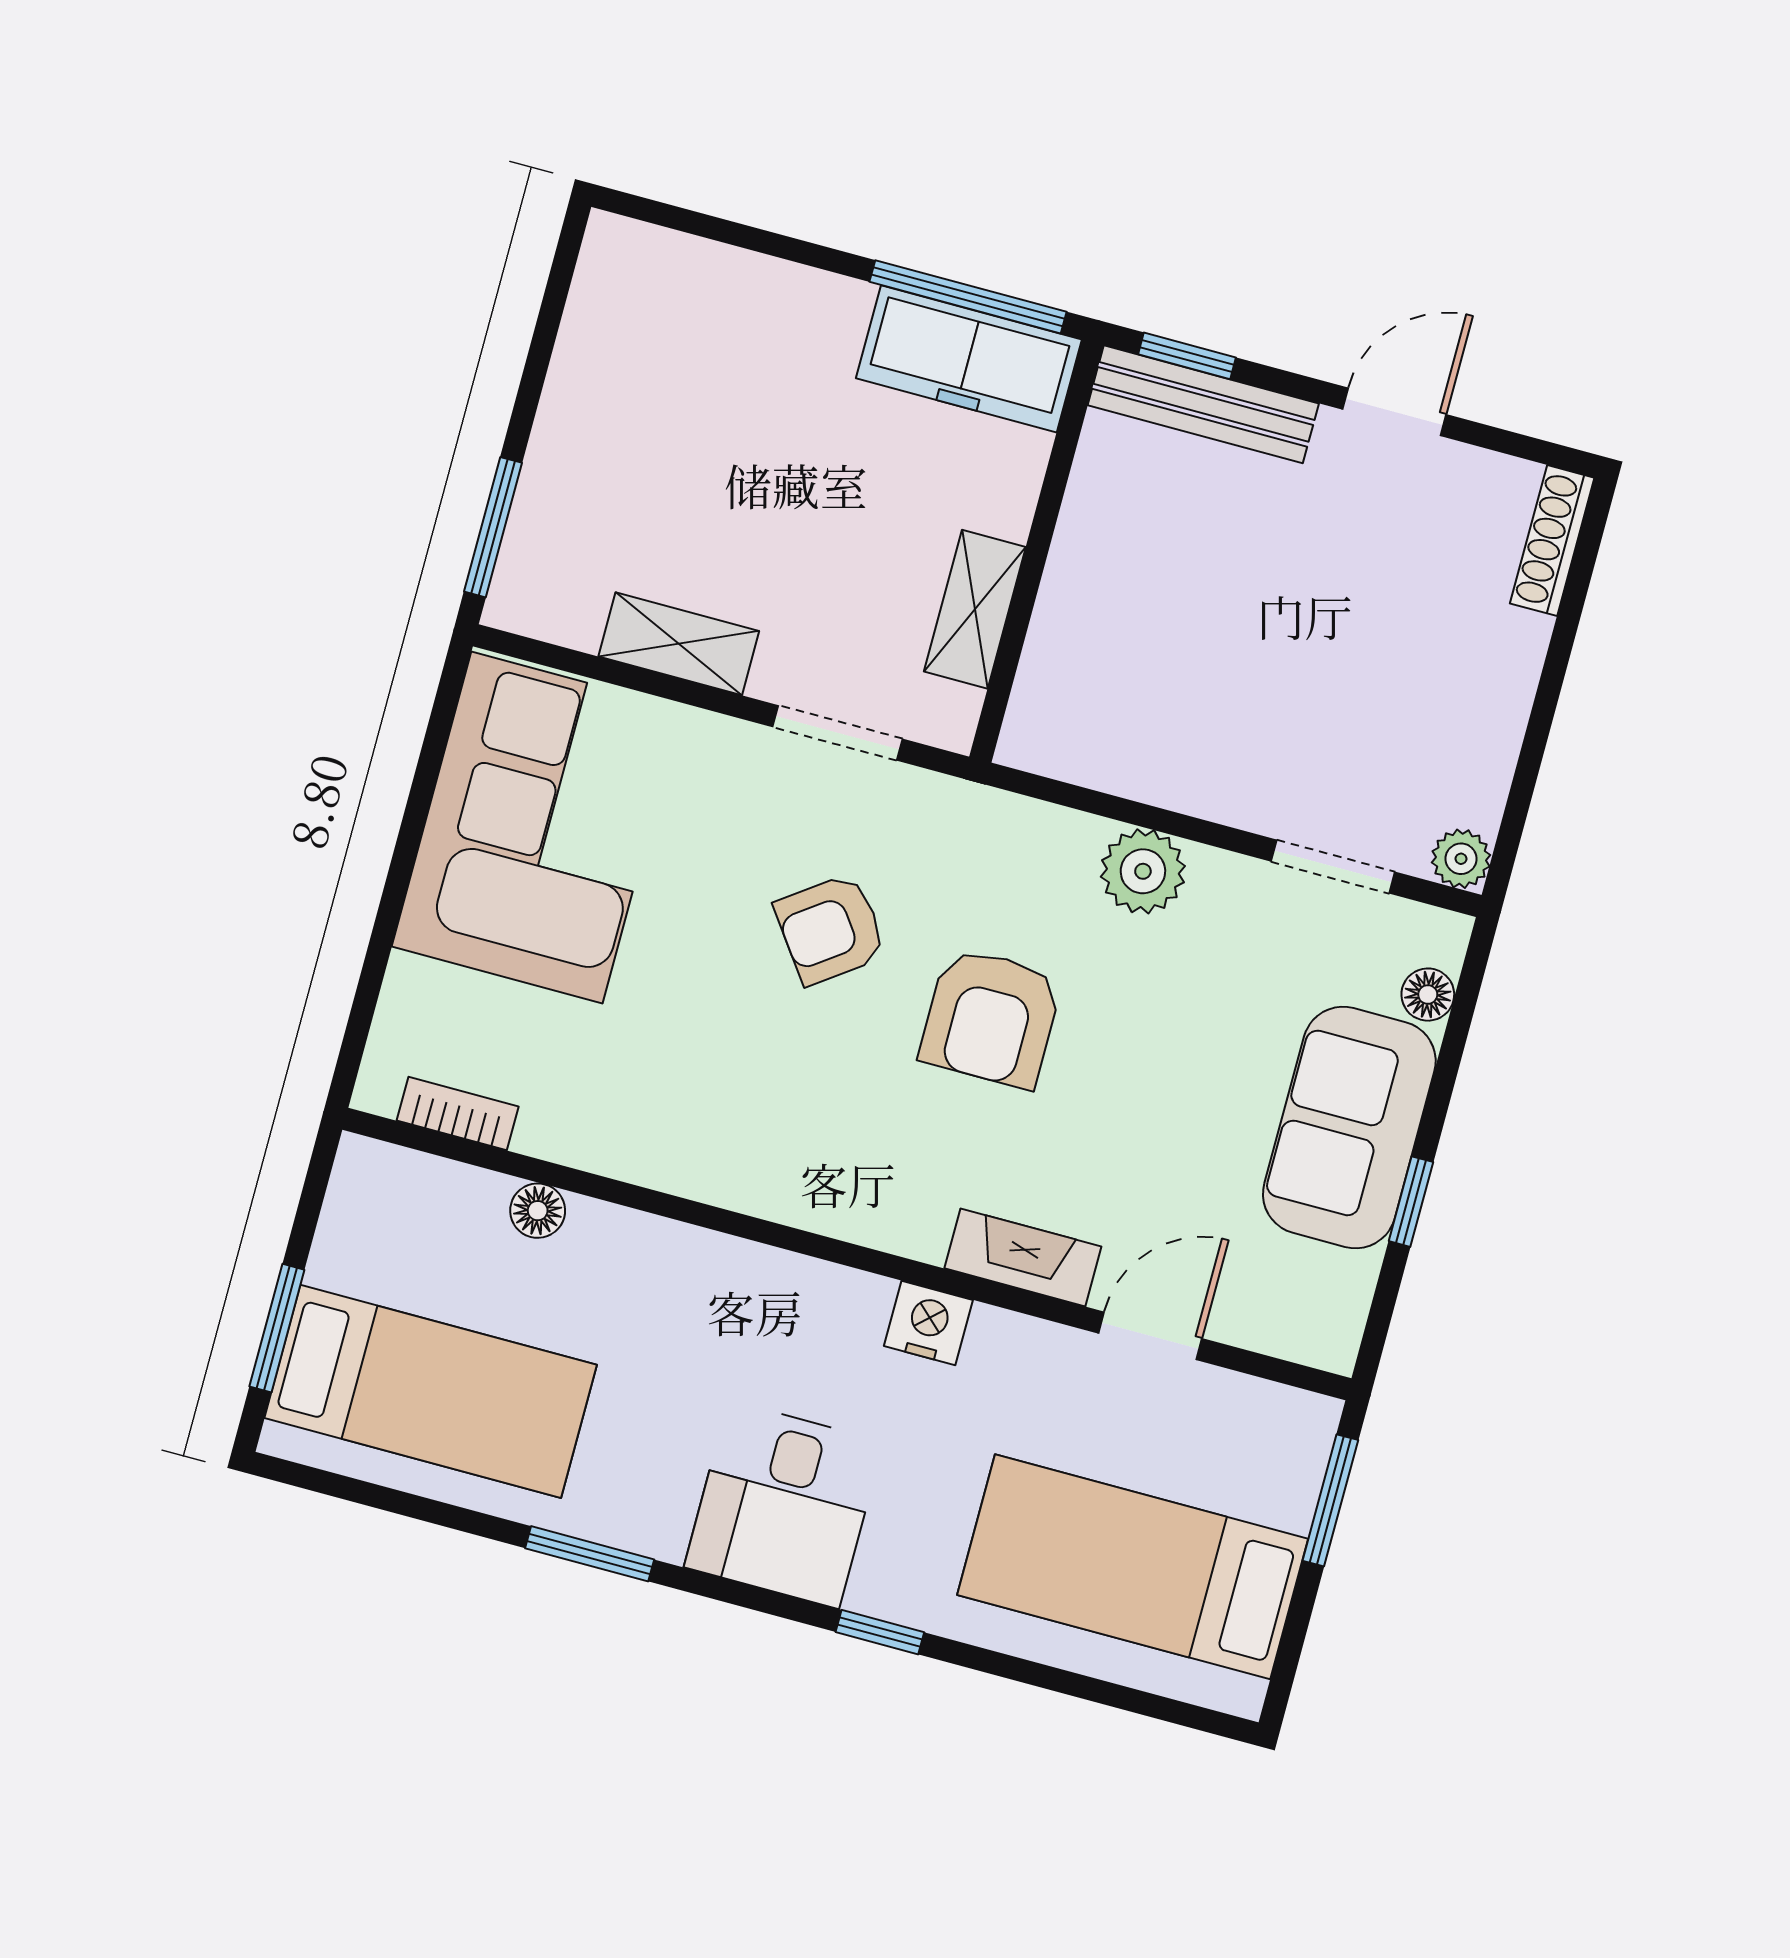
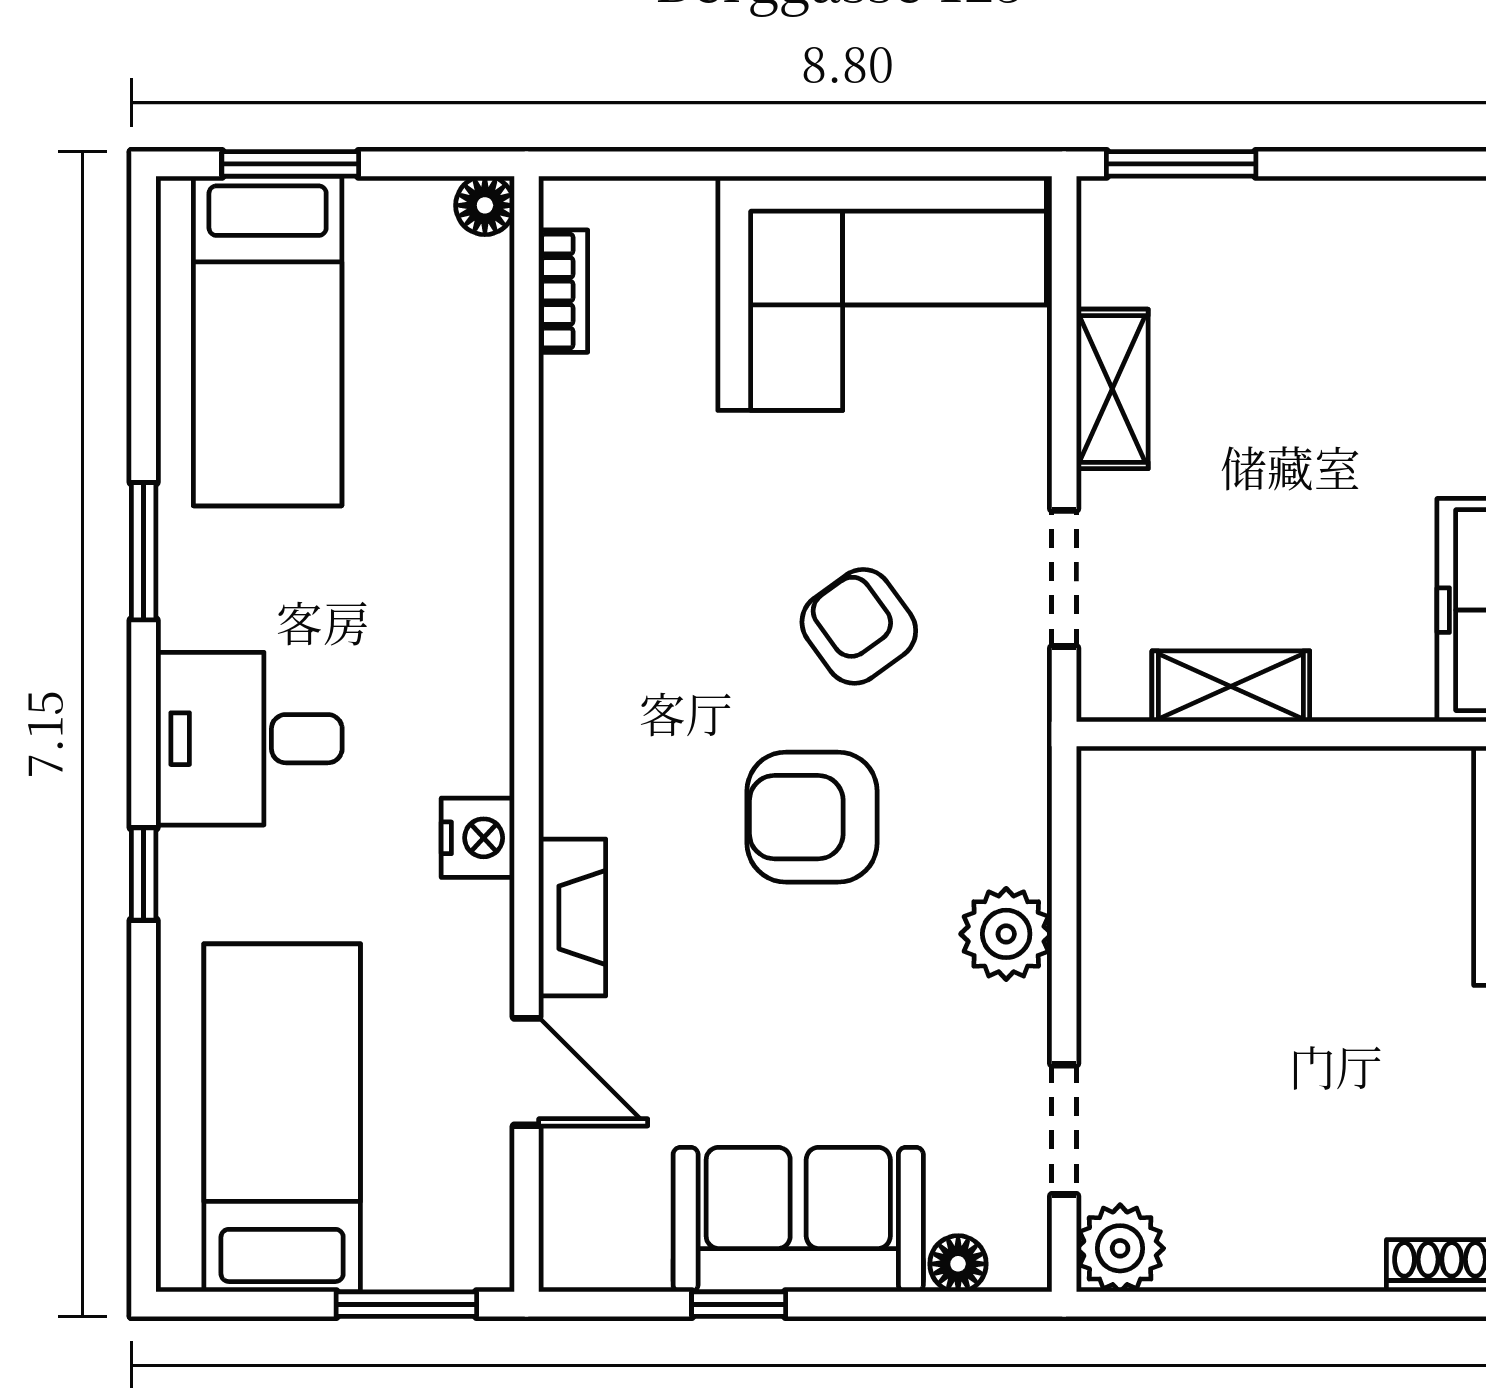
plant: (1461, 859) -> (1120, 1248), width x1.38, depth x1.38
floor lamp: (538, 1211) -> (485, 205), moved

